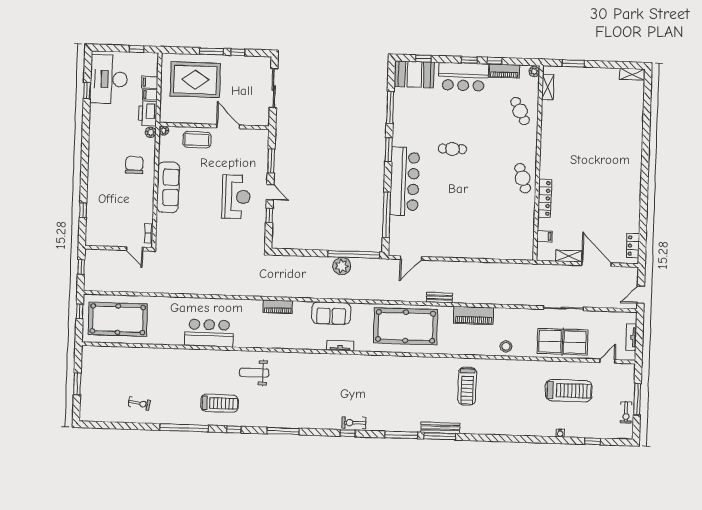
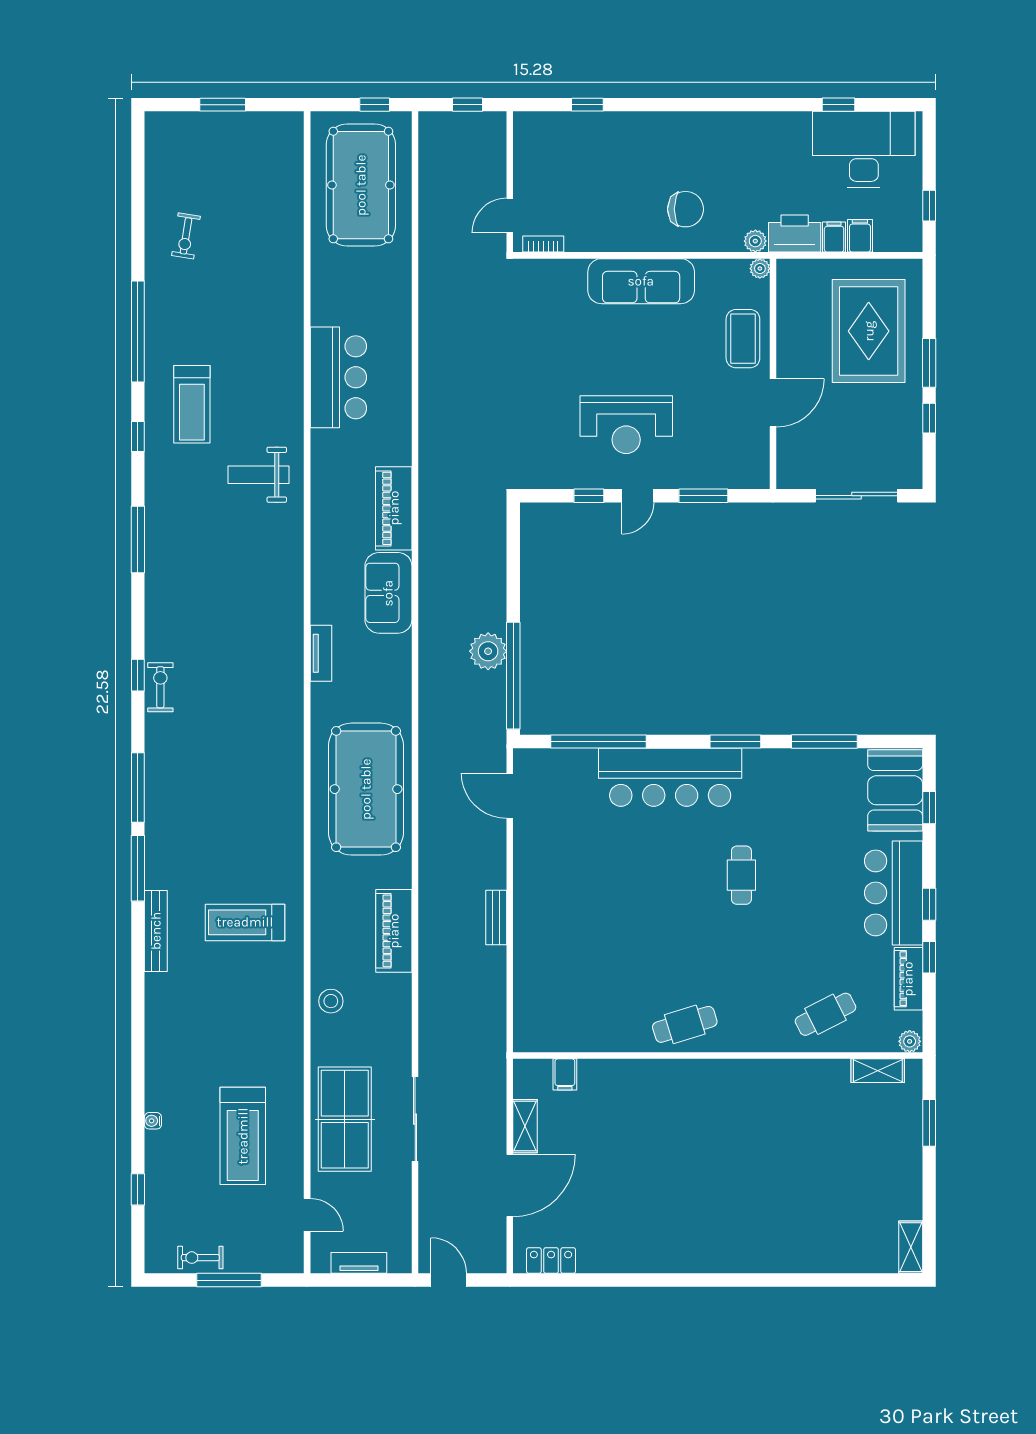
locker: (545, 198) -> (644, 1072), removed
bench: (439, 298) -> (496, 917), moved
piano: (278, 307) -> (394, 508), width x1.37, depth x1.33
sofa: (331, 313) -> (388, 593), moved
weight bench: (254, 373) -> (259, 475), turned -90
bench: (440, 428) -> (156, 931), moved

